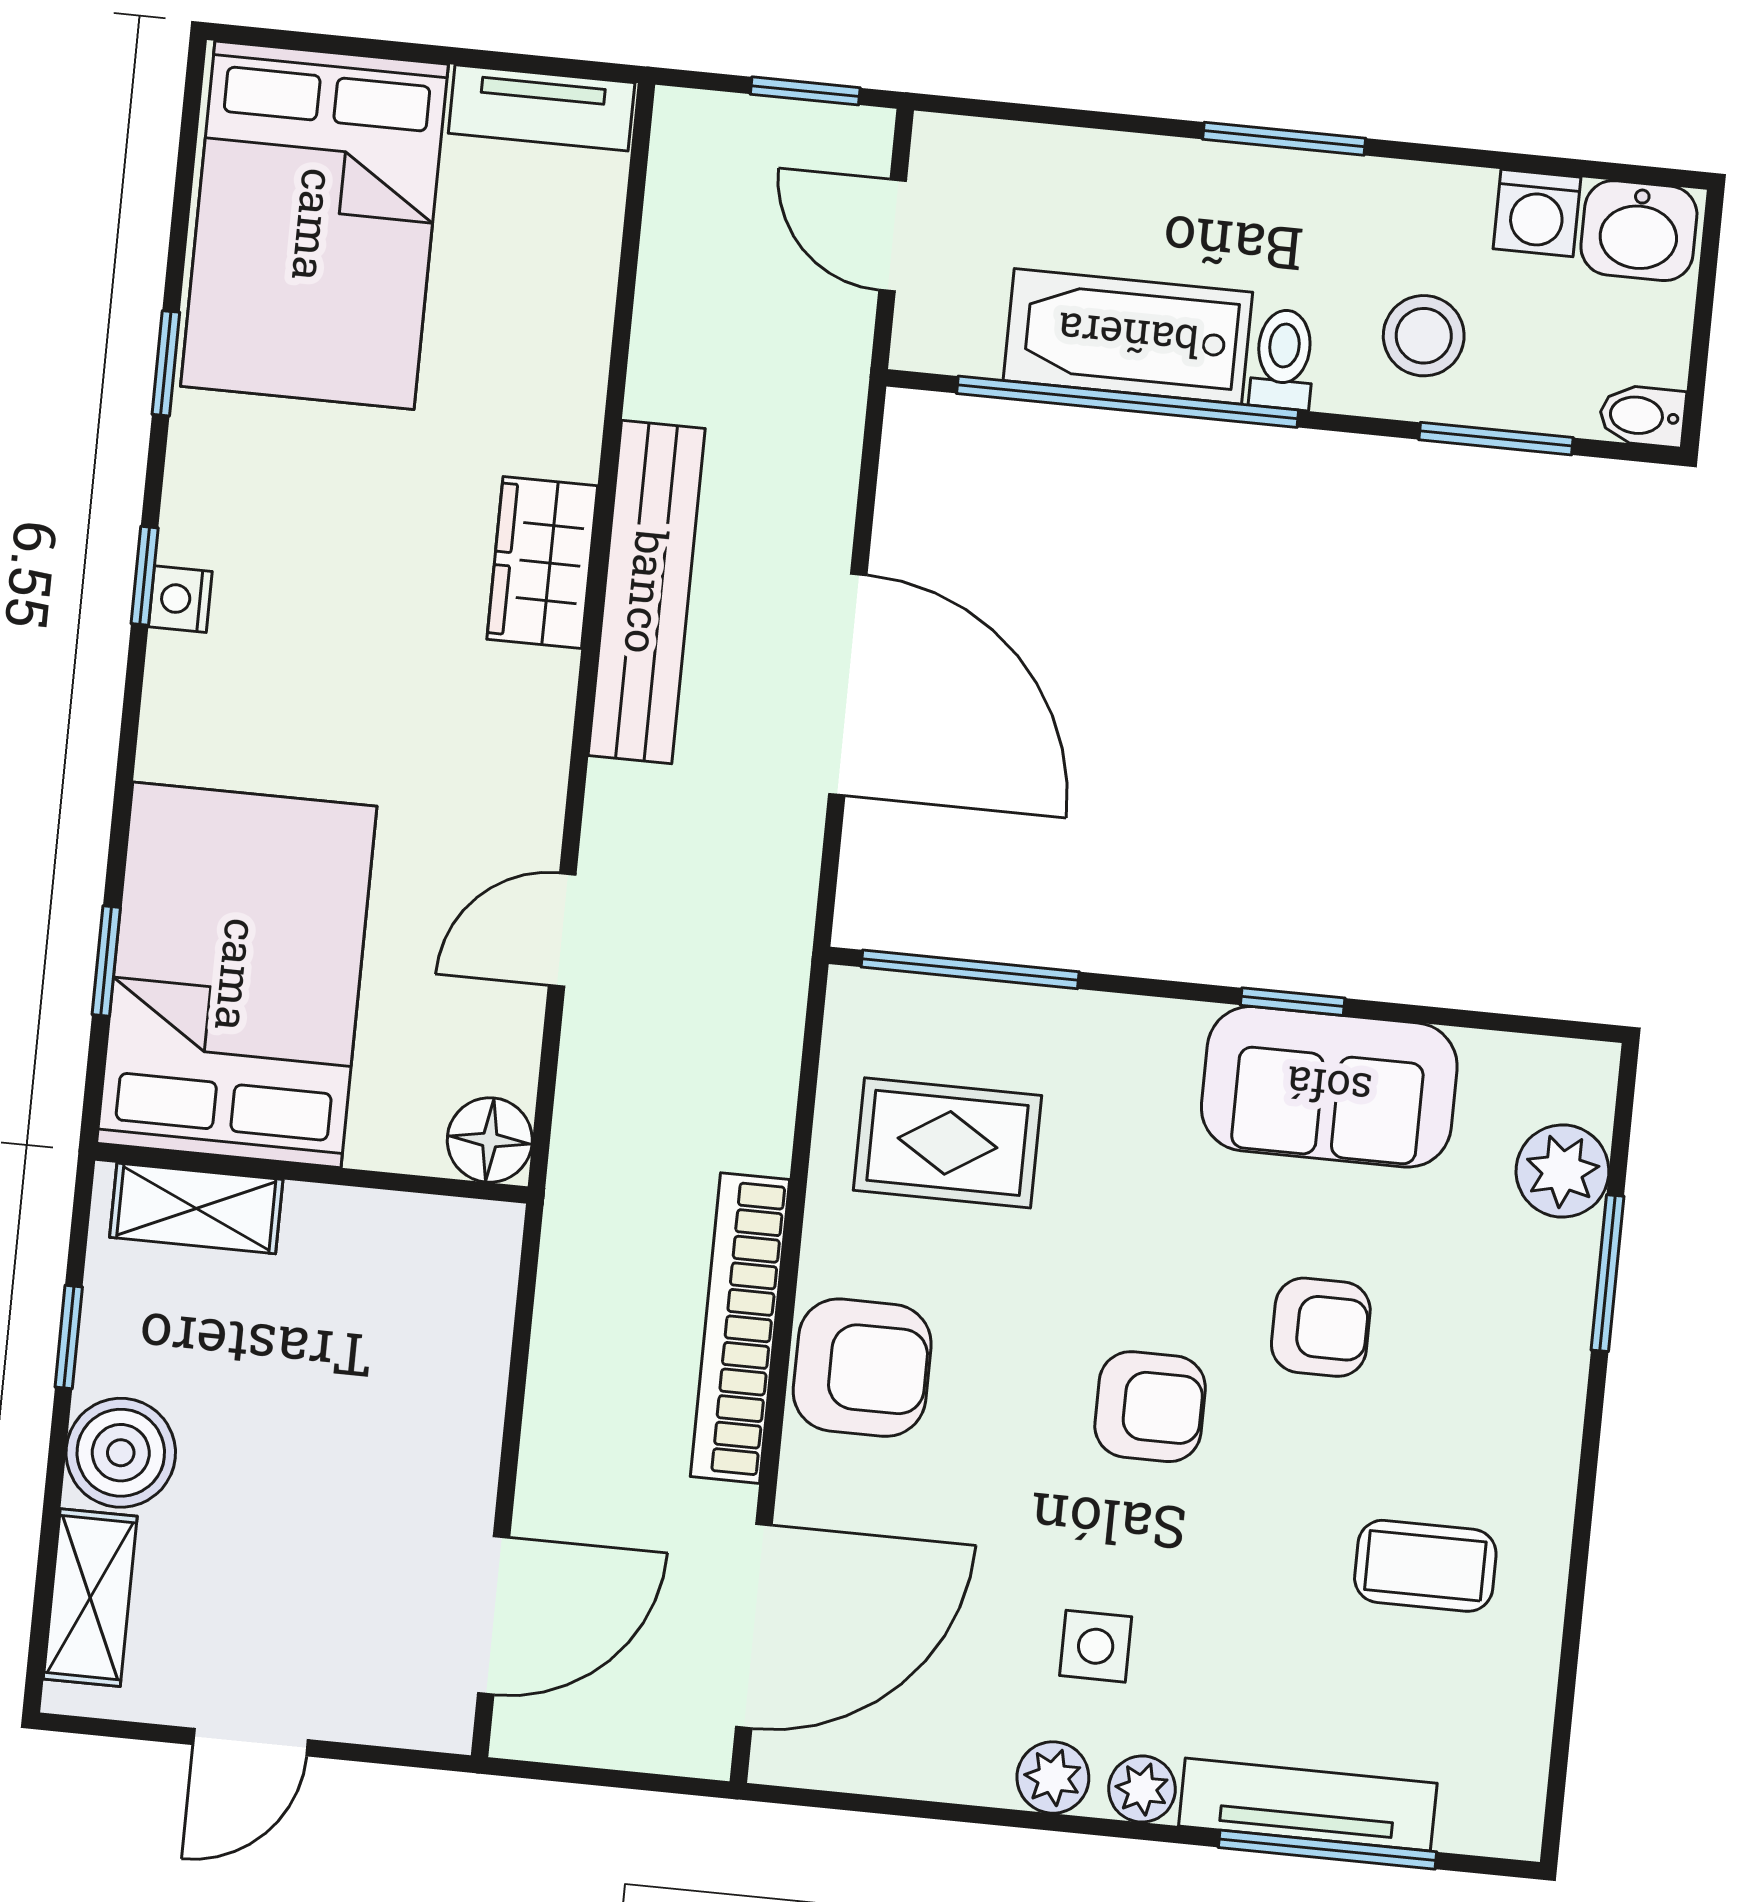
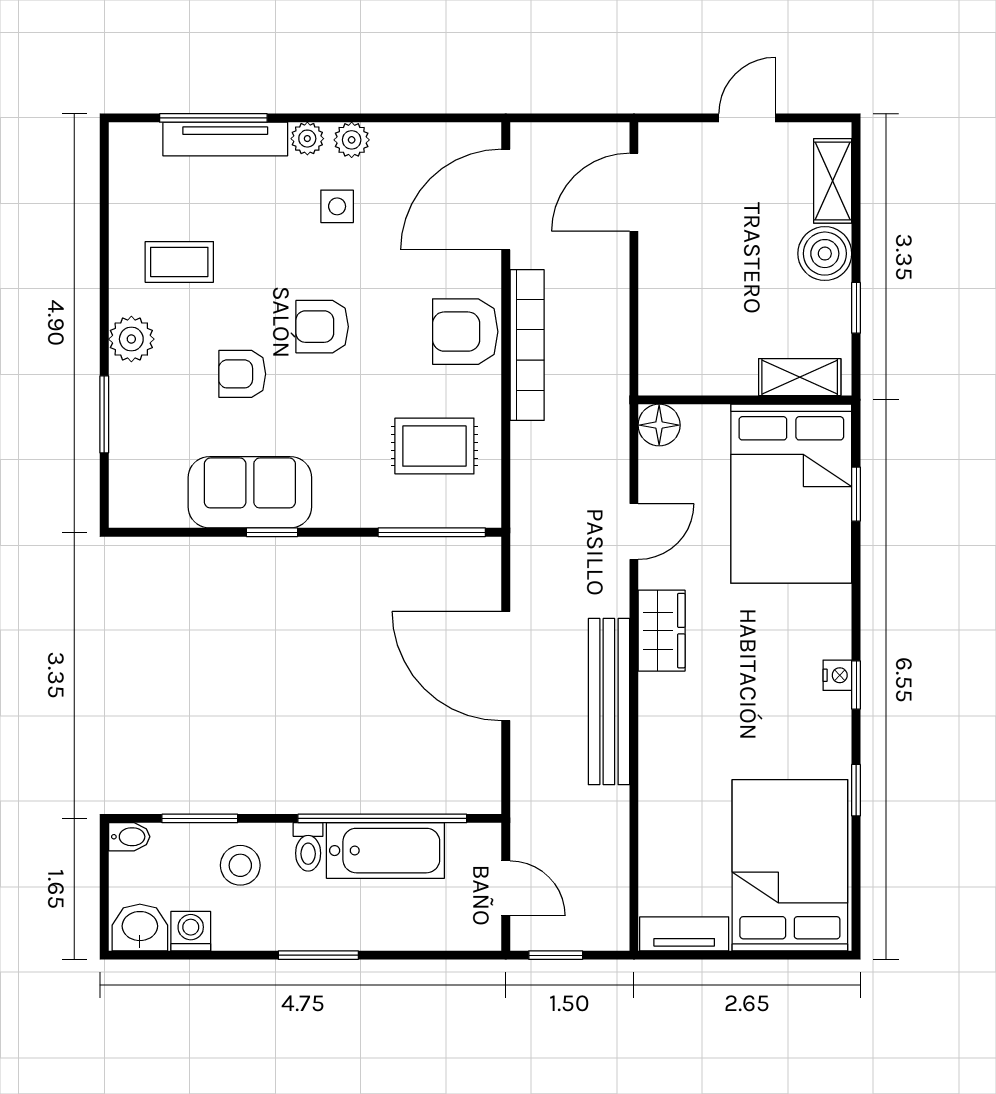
wardrobe: (542, 562) -> (662, 631), moved
plant: (1562, 1171) -> (131, 339), moved

